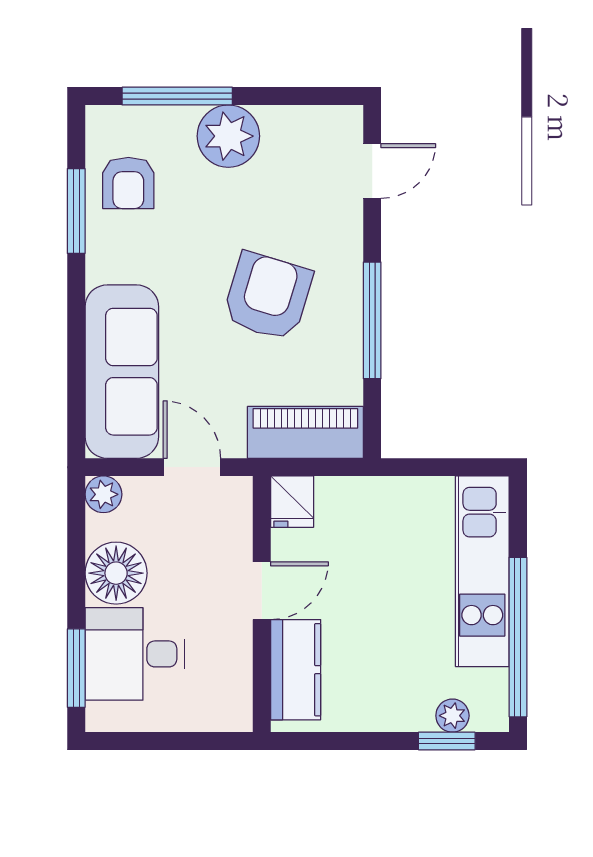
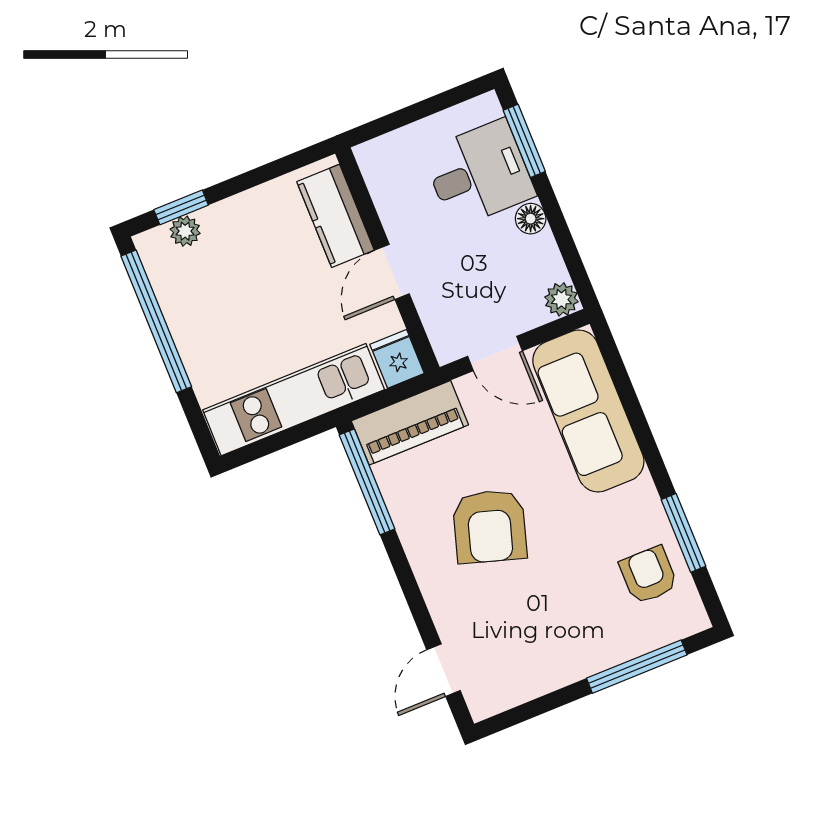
plant: (228, 136) -> (579, 650), removed
window: (372, 320) -> (367, 482), moved
kitchen unit: (482, 571) -> (294, 400), moved, turned -90
floor lamp: (116, 573) -> (531, 219), width x0.53, depth x0.53

